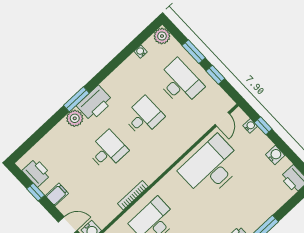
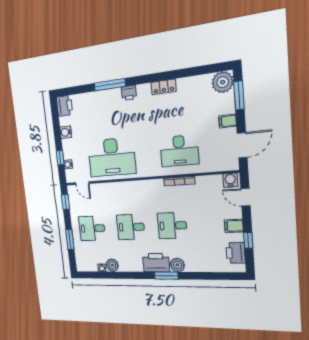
plant: (162, 36) -> (112, 265), moved
window: (215, 75) -> (65, 202), moved
desk: (180, 83) -> (92, 228), width x0.73
door: (222, 119) -> (82, 183), swing flipped

